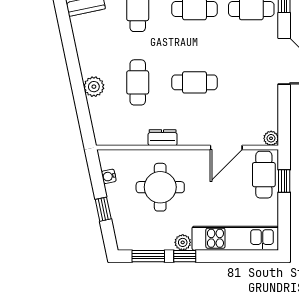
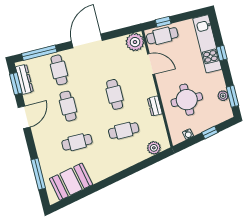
plant: (94, 87) -> (154, 148), moved
plant: (271, 138) -> (135, 42), width x1.87, depth x1.87
plant: (183, 242) -> (223, 96), moved
window: (185, 256) -> (222, 53), moved

